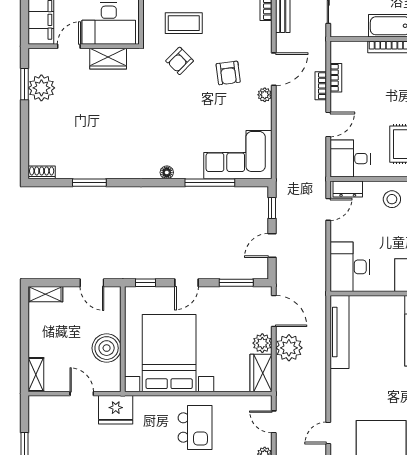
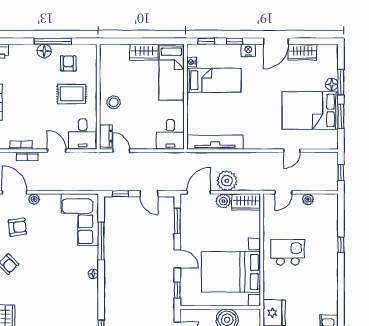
desk: (350, 267) -> (170, 134), width x0.73
door: (328, 433) -> (292, 151), hinge flipped

